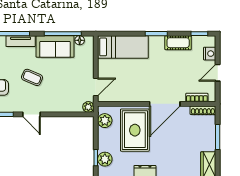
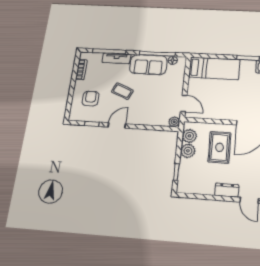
door: (96, 87) -> (184, 103), hinge flipped
door: (31, 114) -> (117, 125), swing flipped
rug: (135, 130) -> (219, 147), width x0.73, depth x0.70
plant: (105, 159) -> (188, 151), moved

